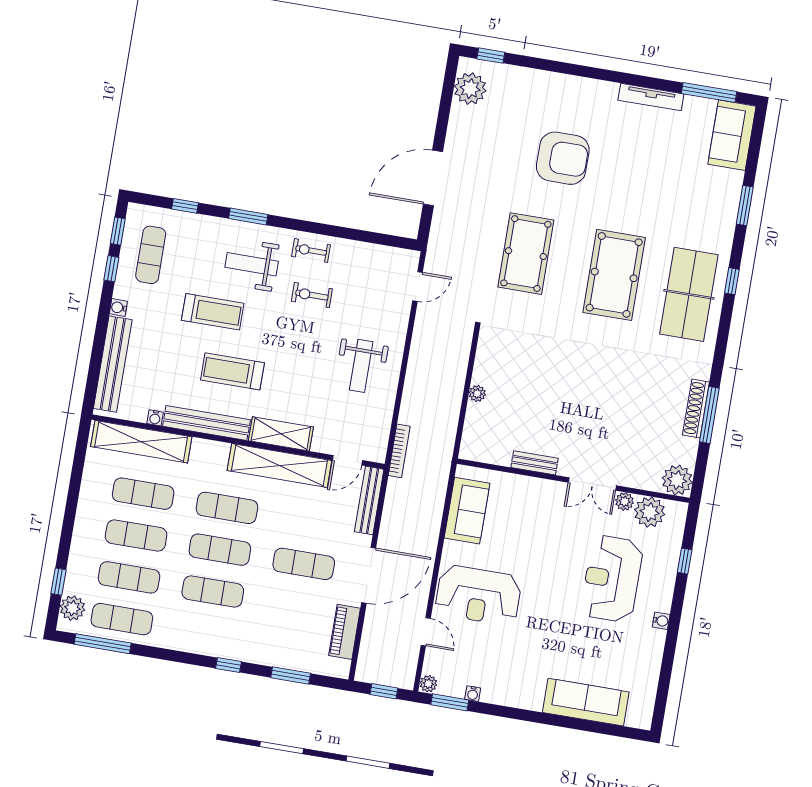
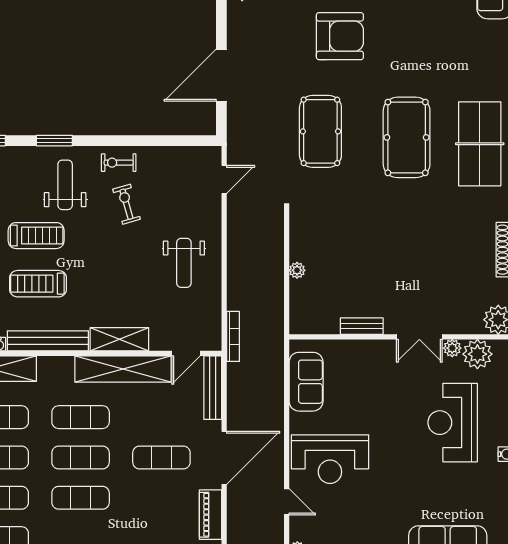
weight bench: (252, 264) -> (65, 185), turned 90
exercise bike: (312, 295) -> (126, 204), turned 74
treadmill: (232, 371) -> (38, 284), moved

